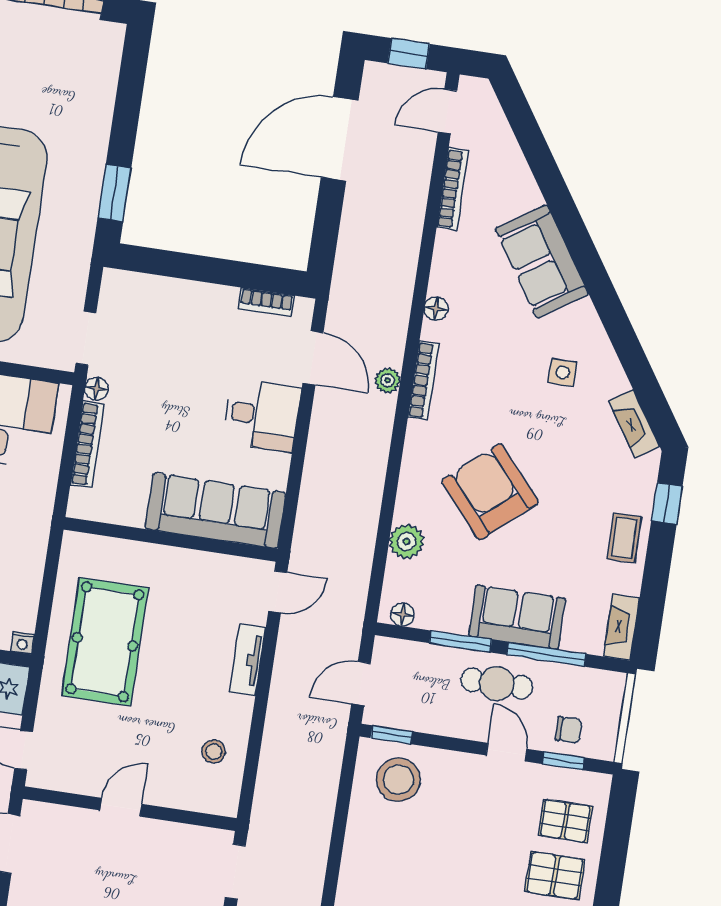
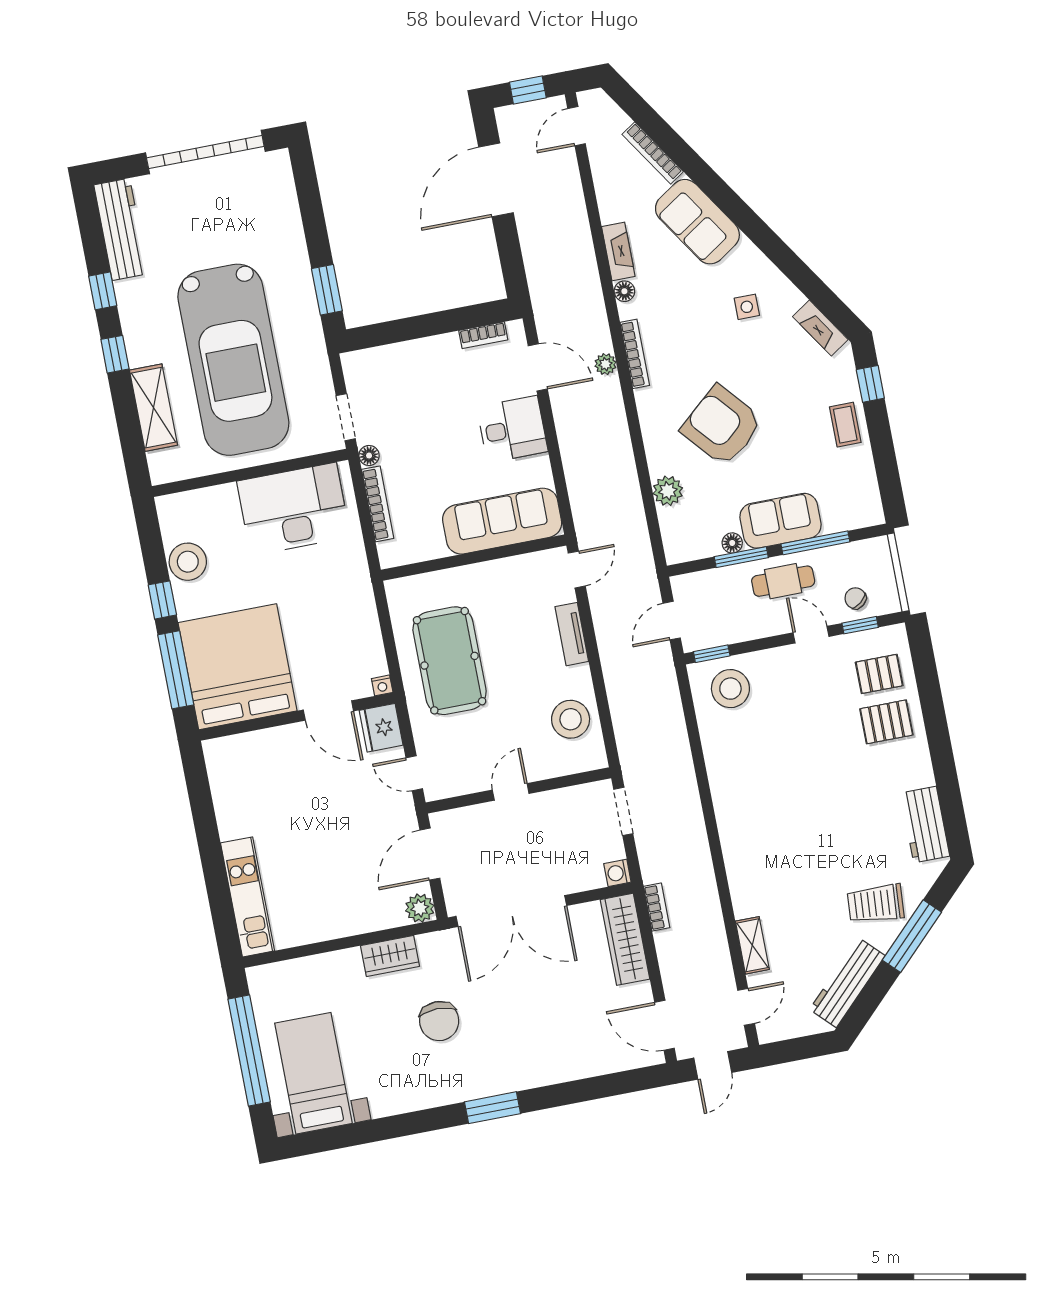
bookcase: (453, 189) -> (653, 153), moved, turned 146
floor lamp: (403, 615) -> (732, 543), moved
fireplace: (621, 627) -> (618, 251), moved, turned 180
chair: (569, 730) -> (855, 598), turned -129
stool: (214, 752) -> (571, 719), width x1.89, depth x1.89

